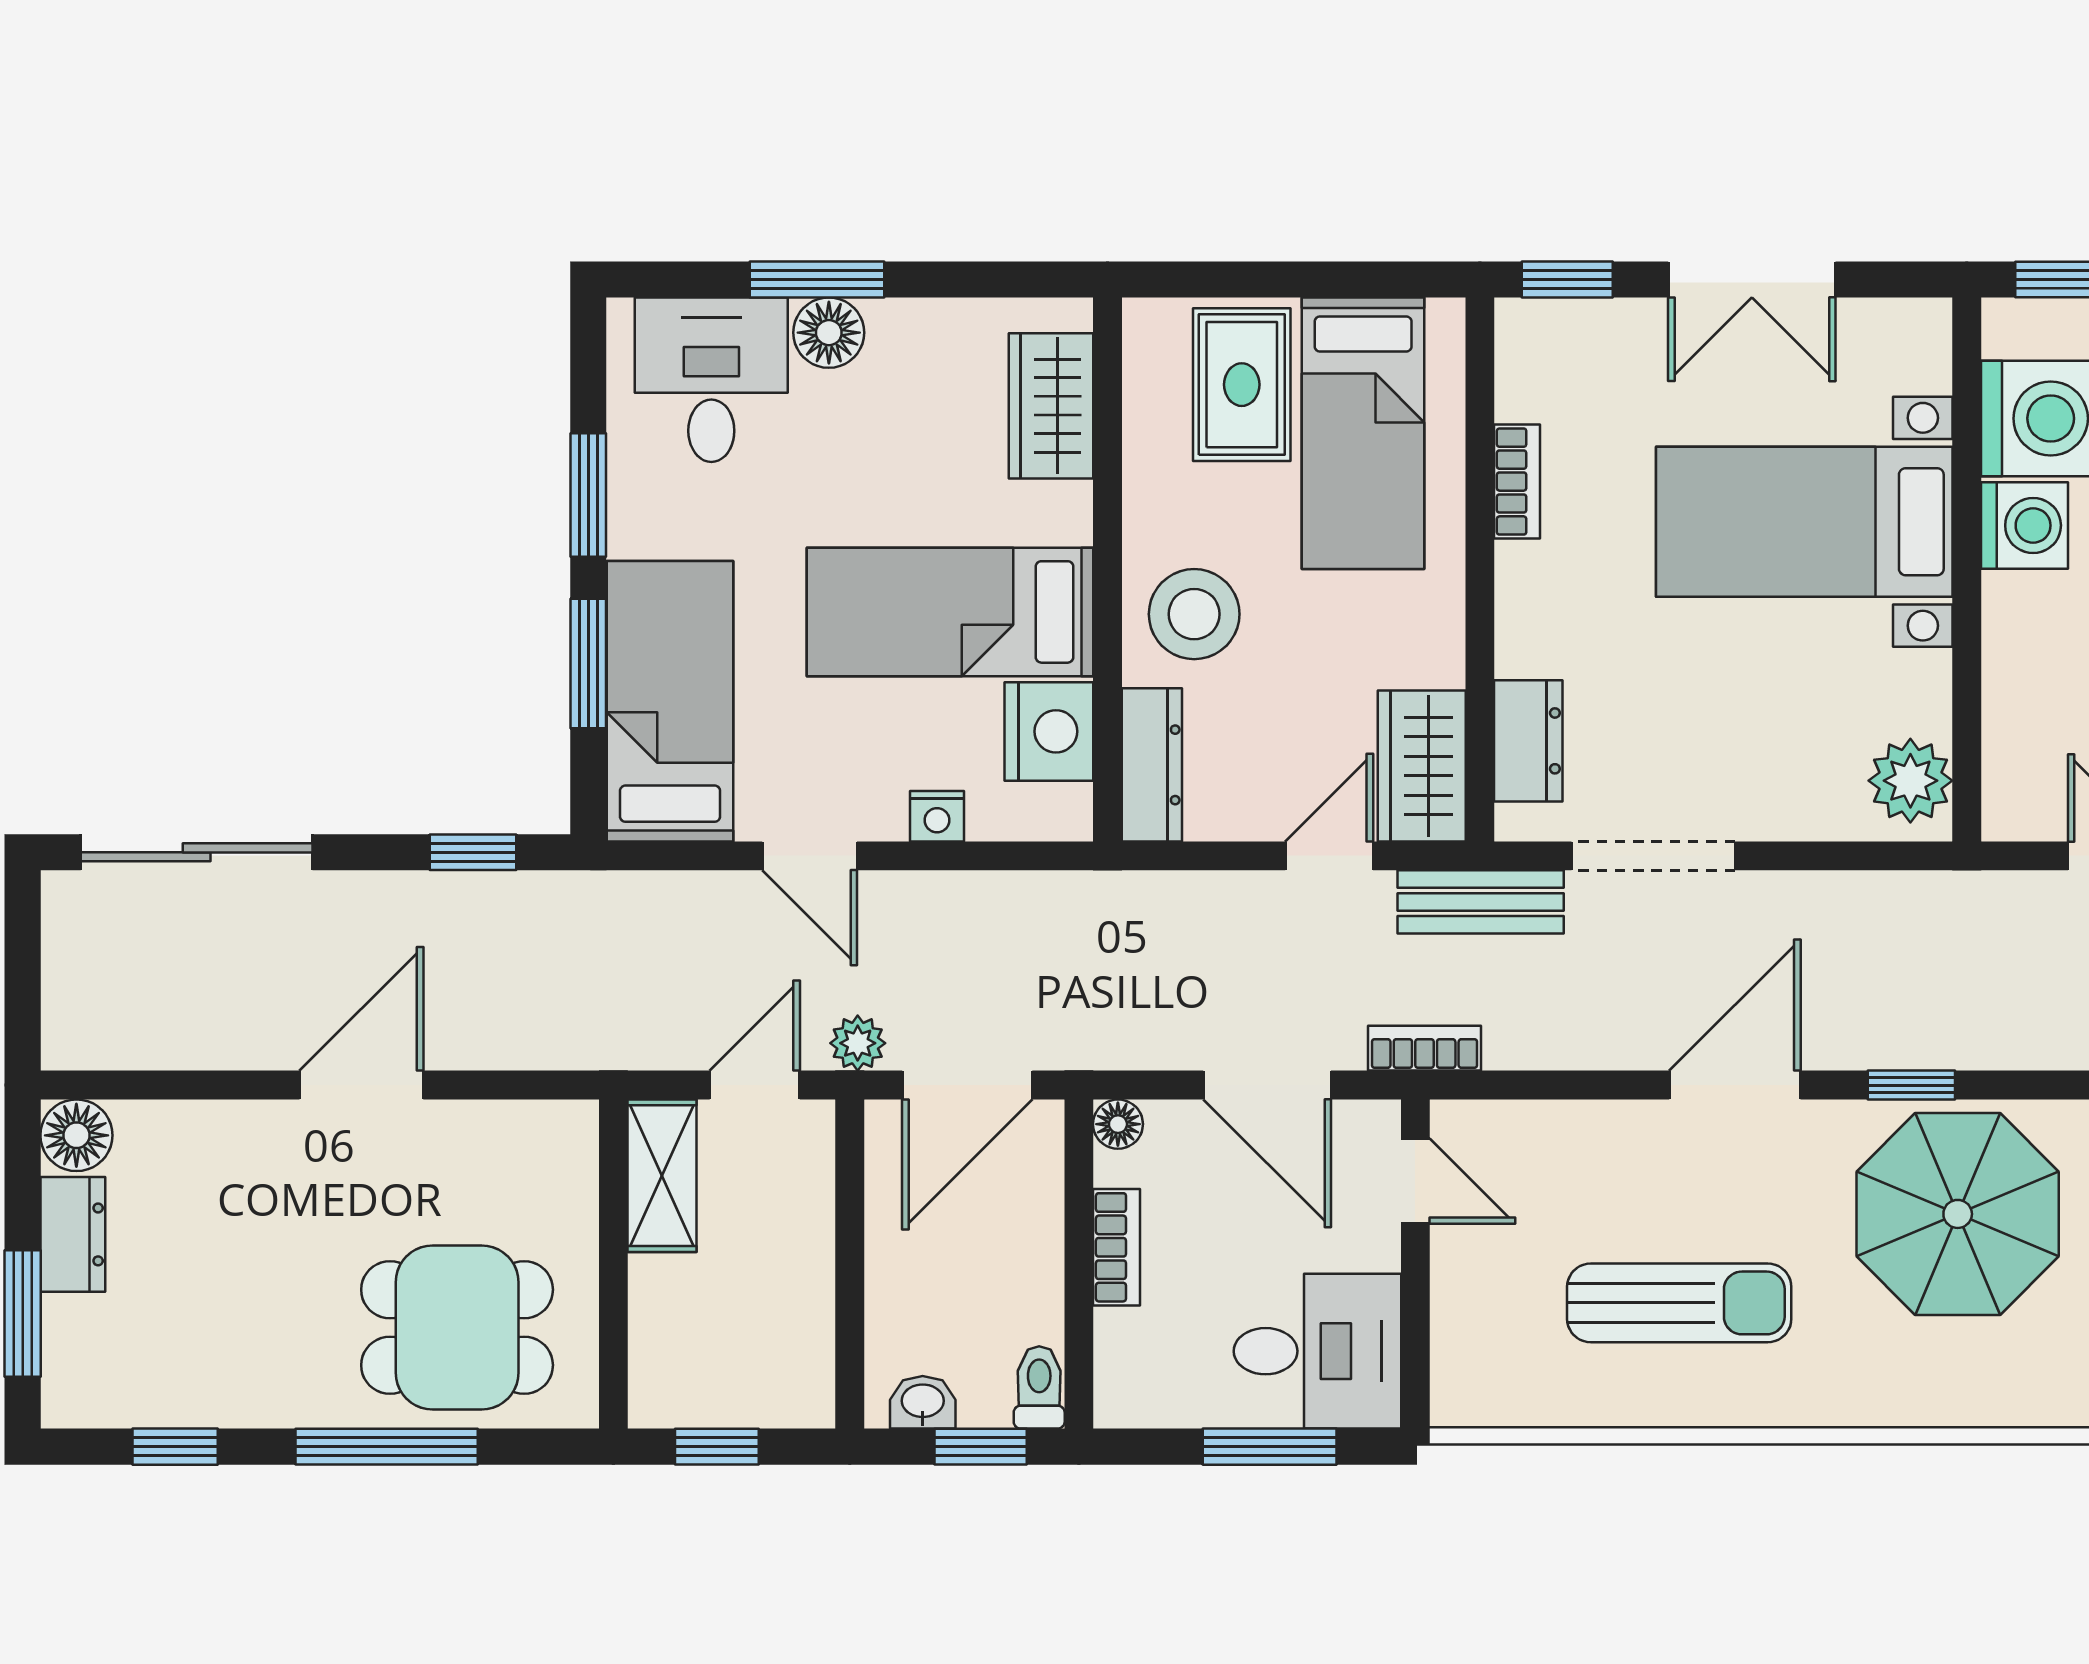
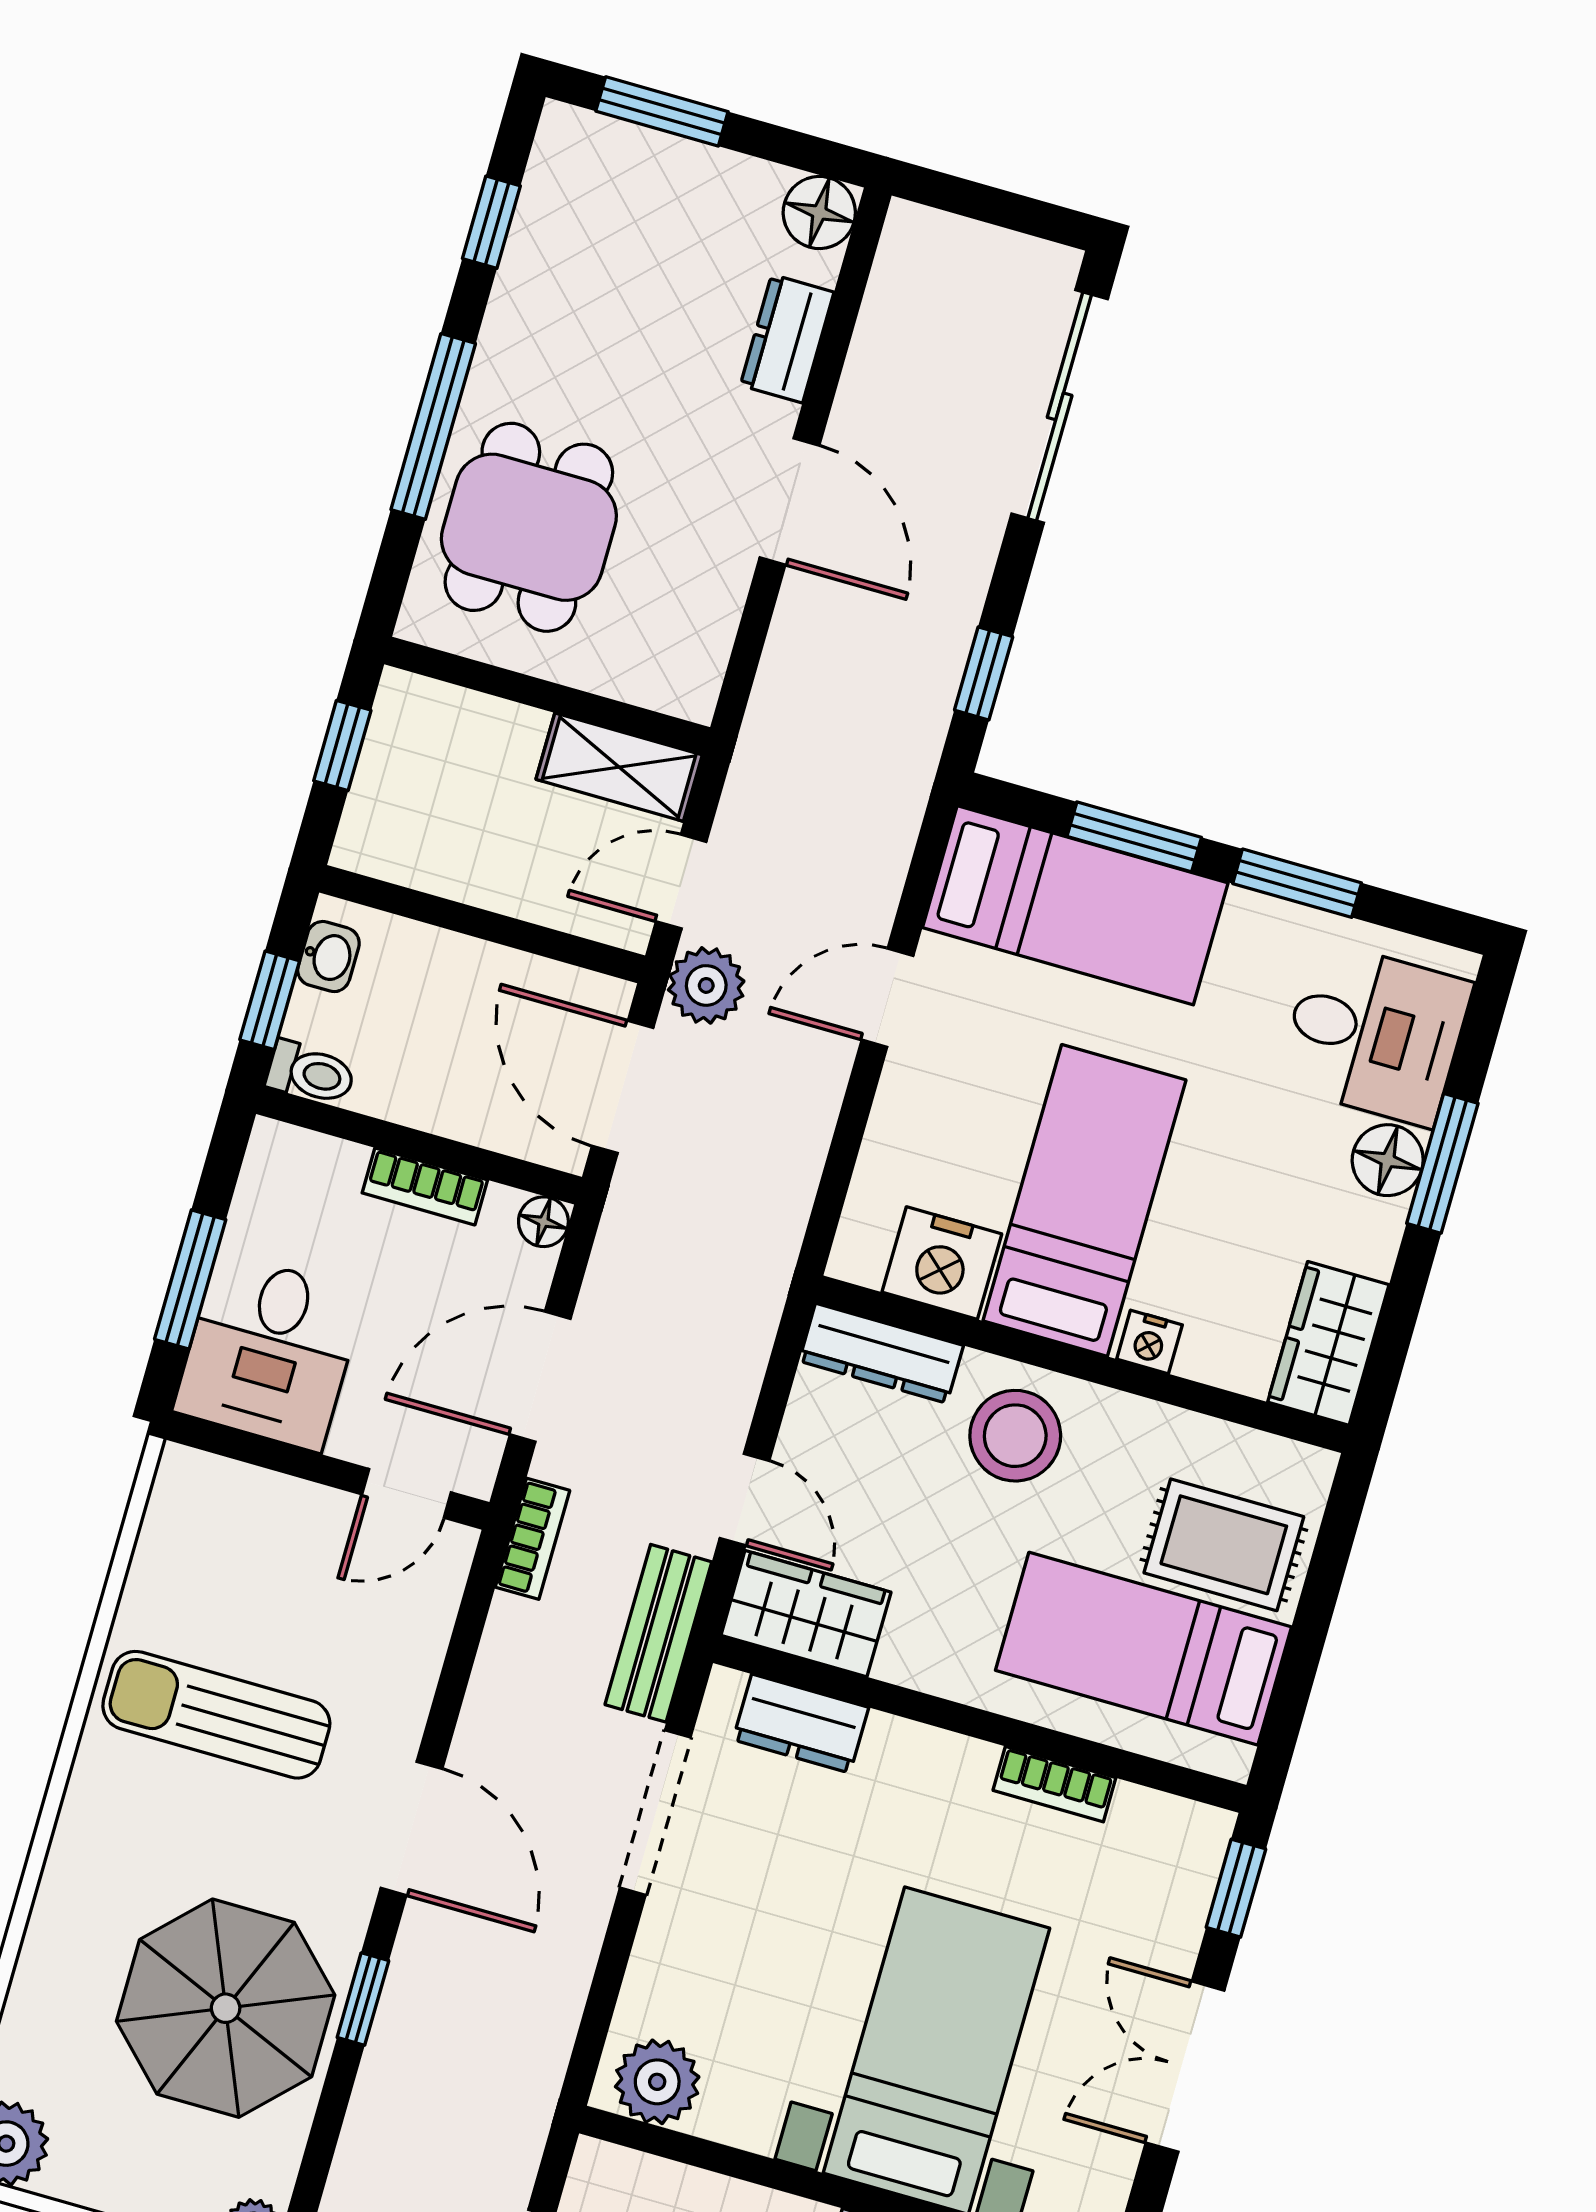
wardrobe: (1051, 406) -> (1328, 1343), moved, turned -90
nightstand: (937, 816) -> (1149, 1342), moved, turned -90
plant: (858, 1043) -> (706, 985), width x1.38, depth x1.38
door: (755, 1085) -> (681, 882), swing flipped
dresser: (73, 1234) -> (787, 339), moved, turned 90
sun lounger: (1679, 1303) -> (216, 1715), turned 90

